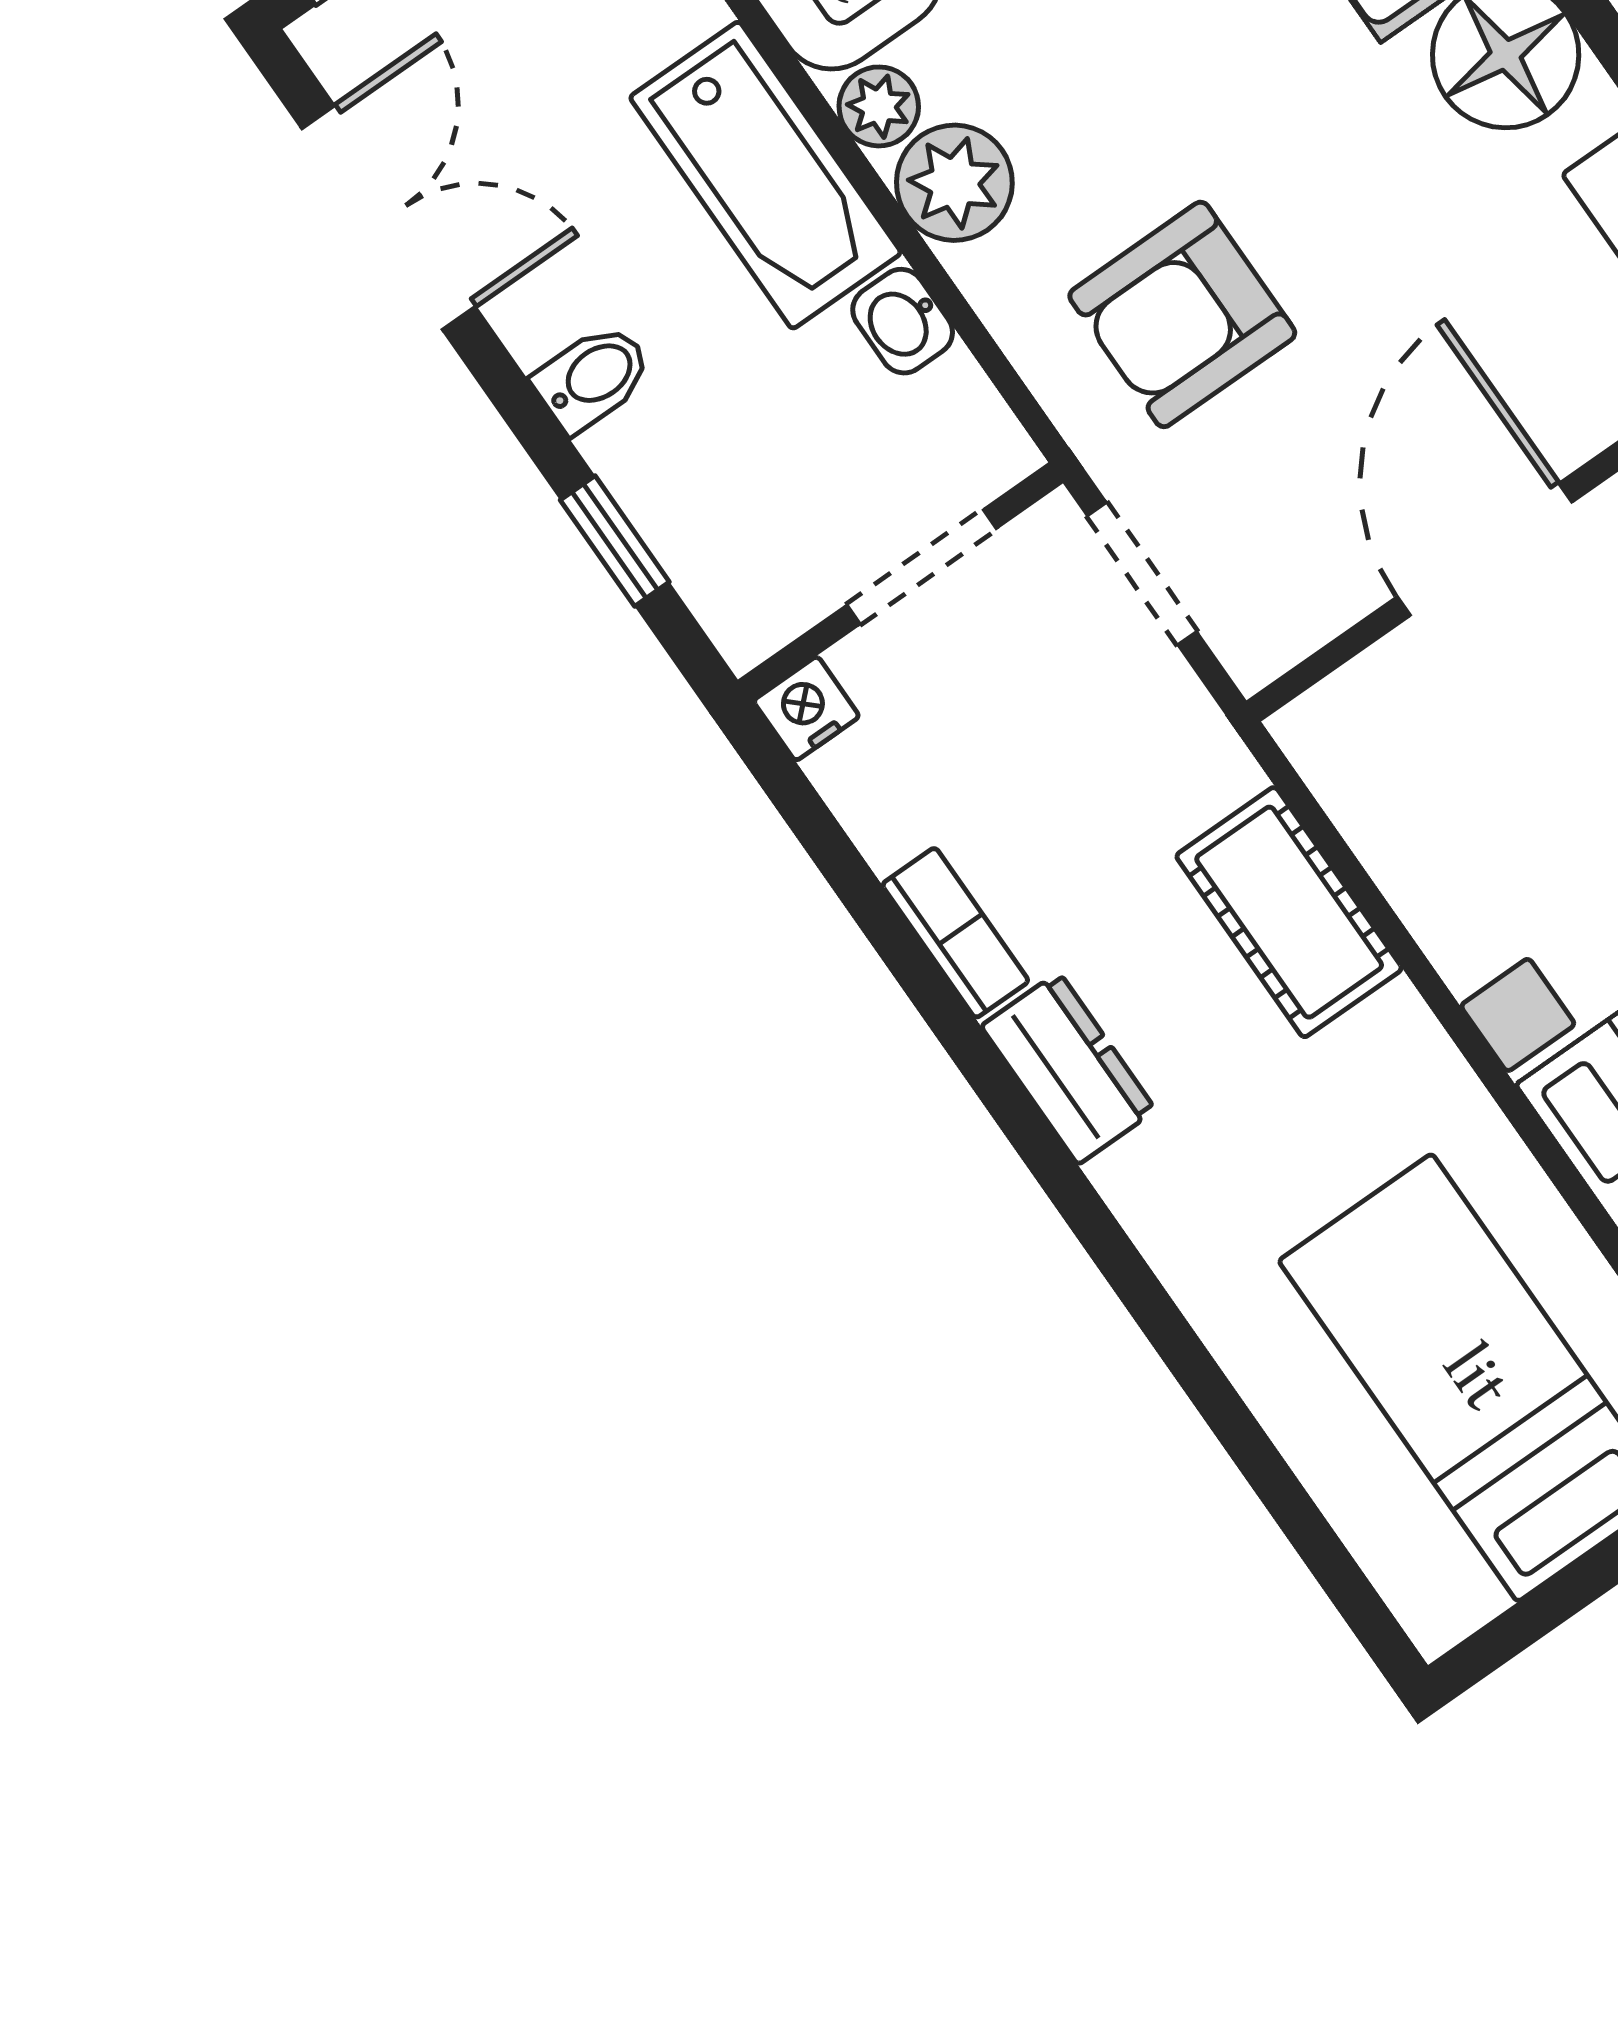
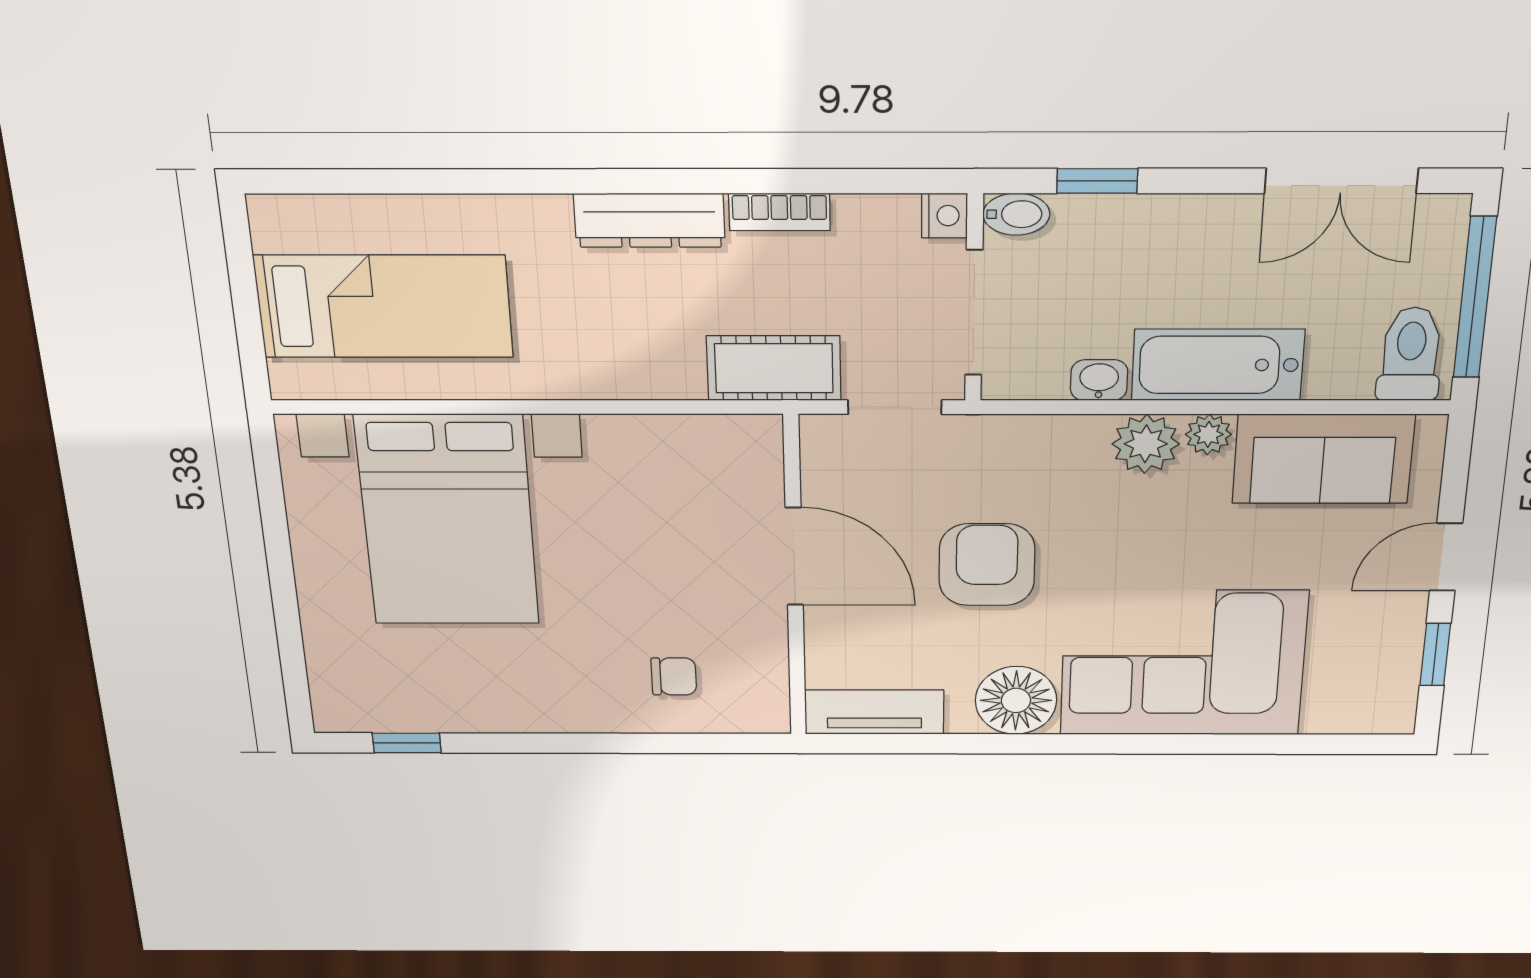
armchair: (1182, 314) -> (987, 565), moved
bidet: (593, 378) -> (1016, 214), moved, turned -90
doorway: (922, 567) -> (974, 313), width x1.38
cot: (1289, 912) -> (774, 368), moved
dresser: (1068, 1068) -> (649, 220), width x1.44

